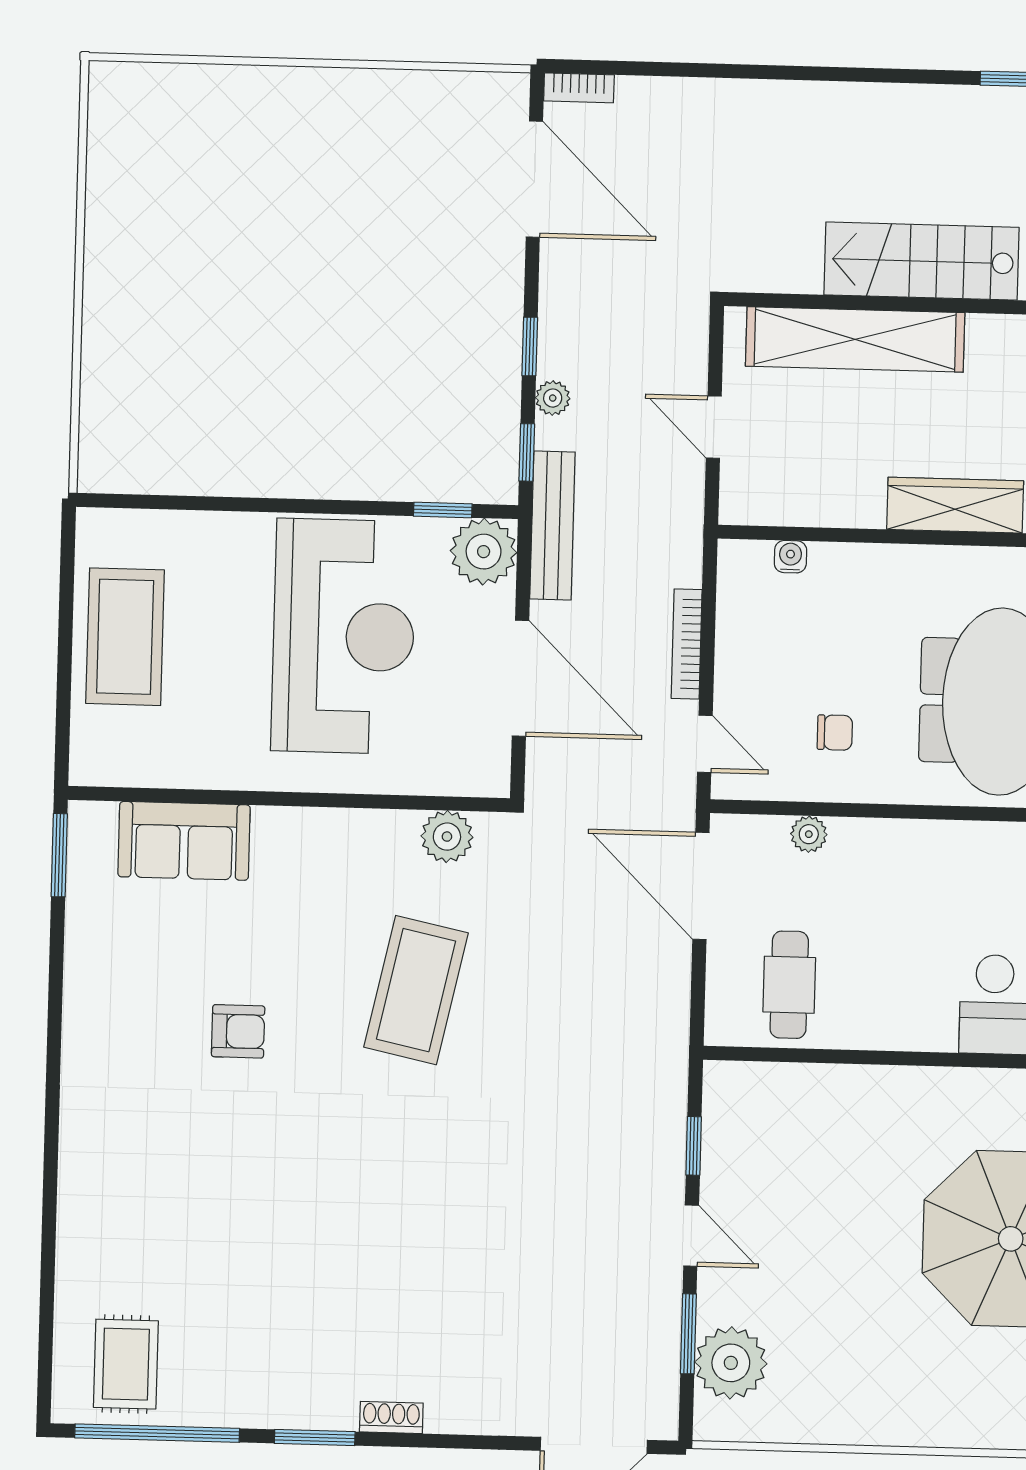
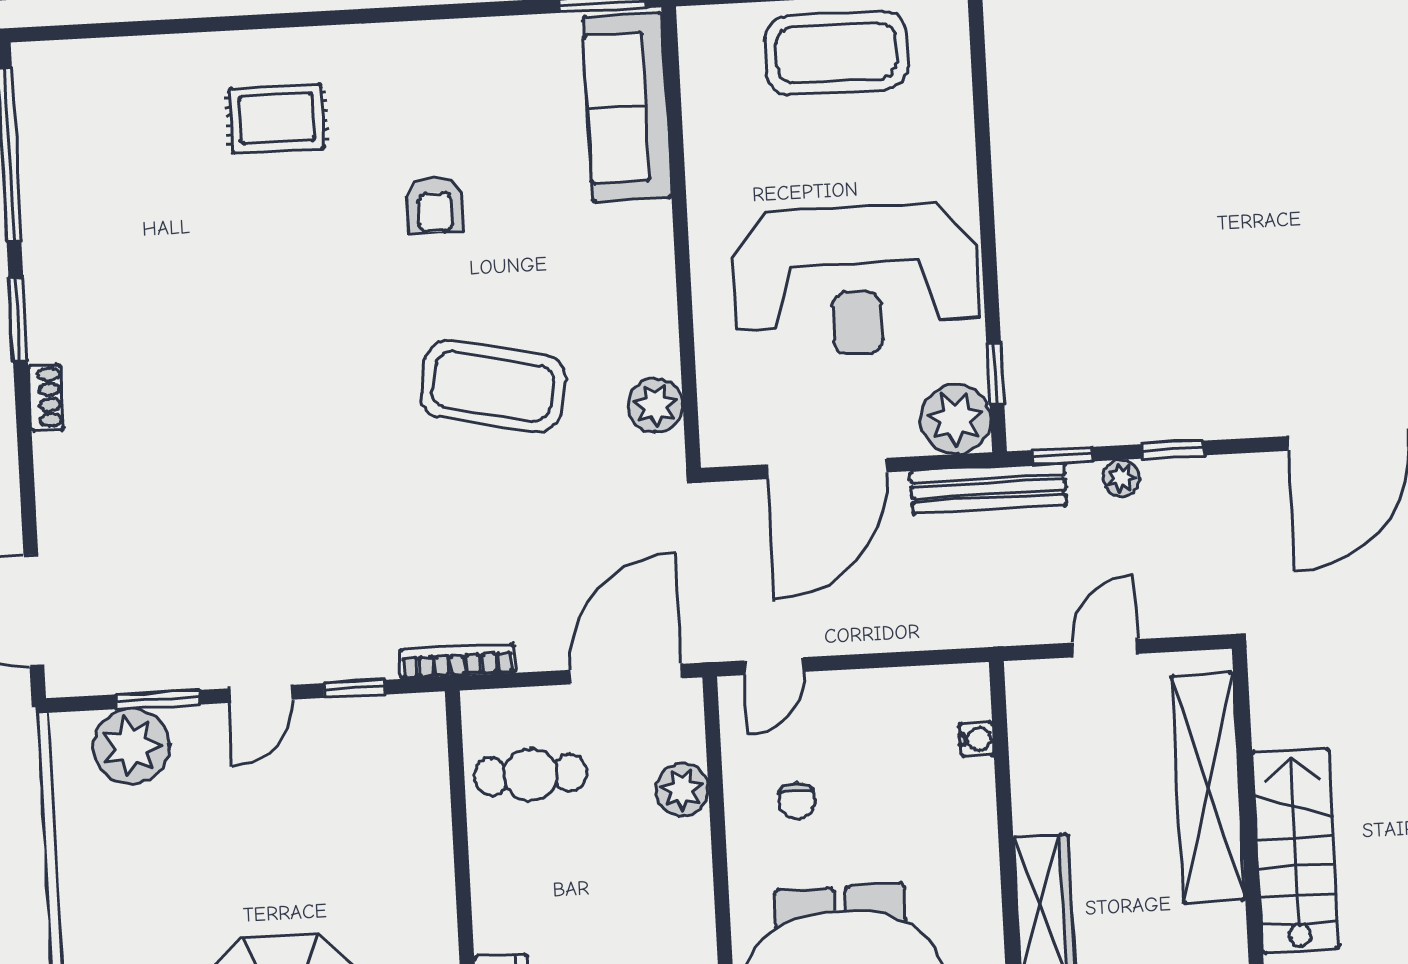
bookcase: (687, 644) -> (457, 661), moved
plant: (809, 834) -> (682, 790), width x1.38, depth x1.38
sofa: (184, 841) -> (627, 107), width x1.36
rug: (126, 1364) -> (277, 119), moved

